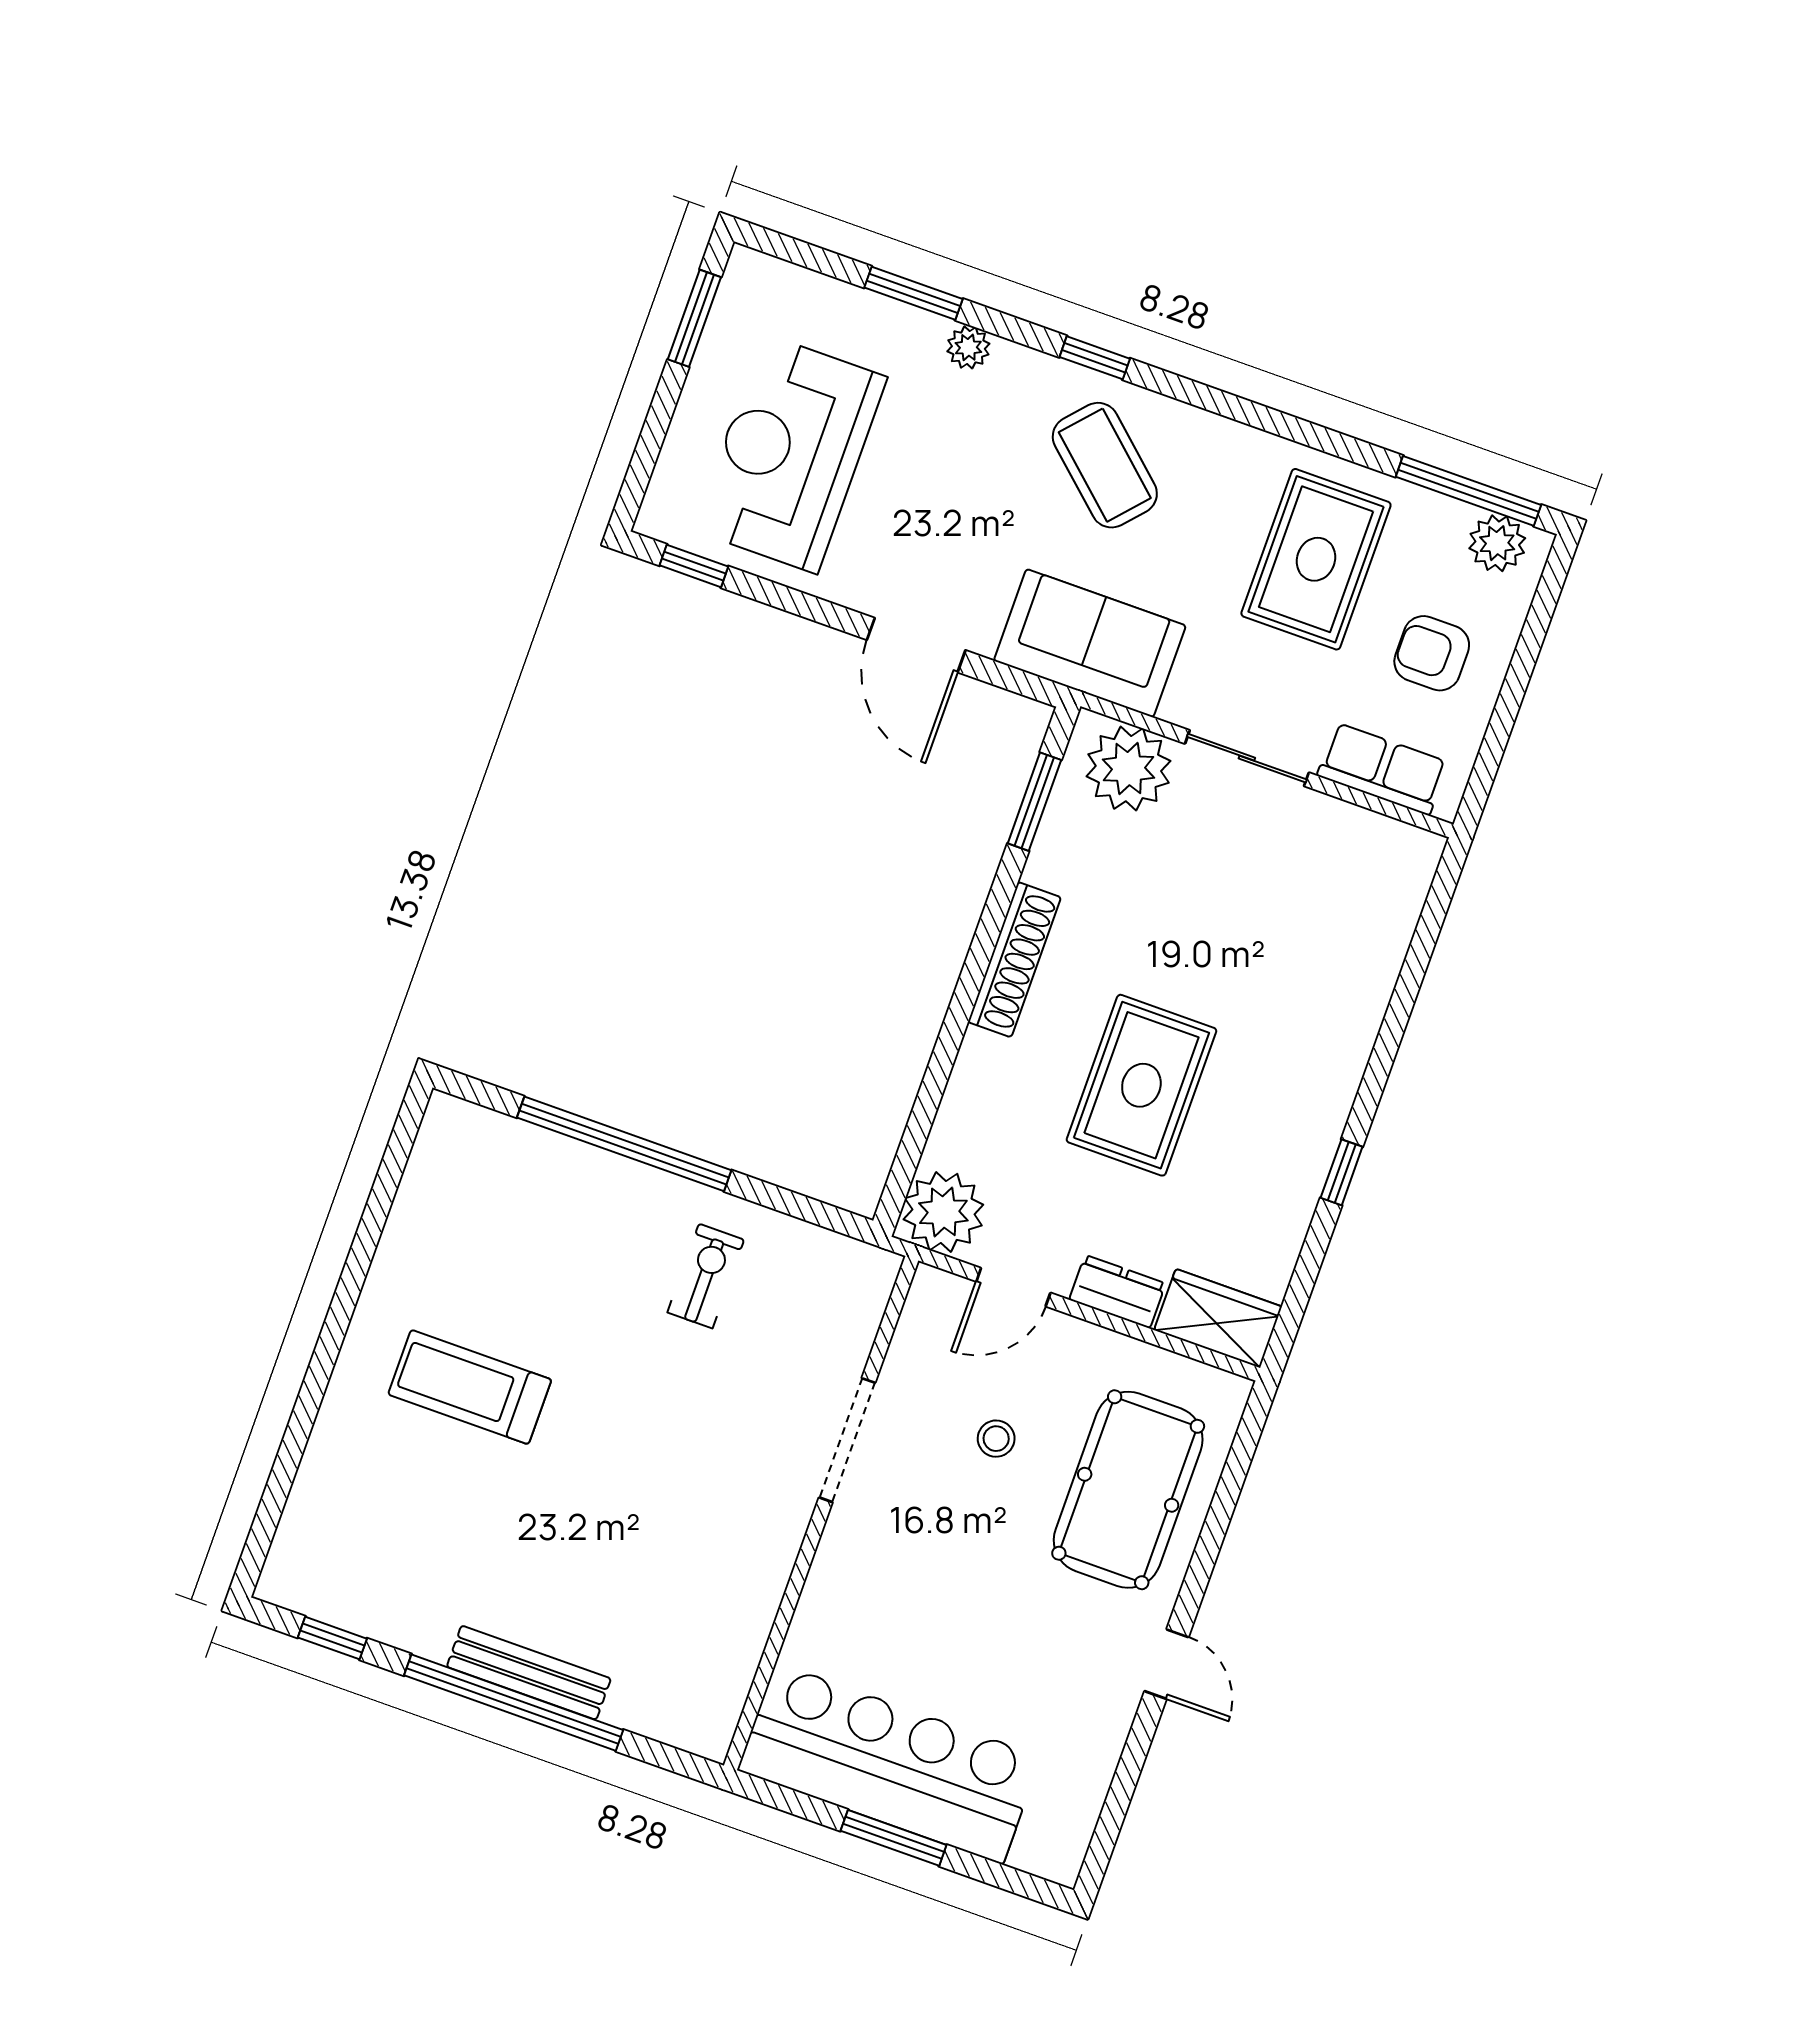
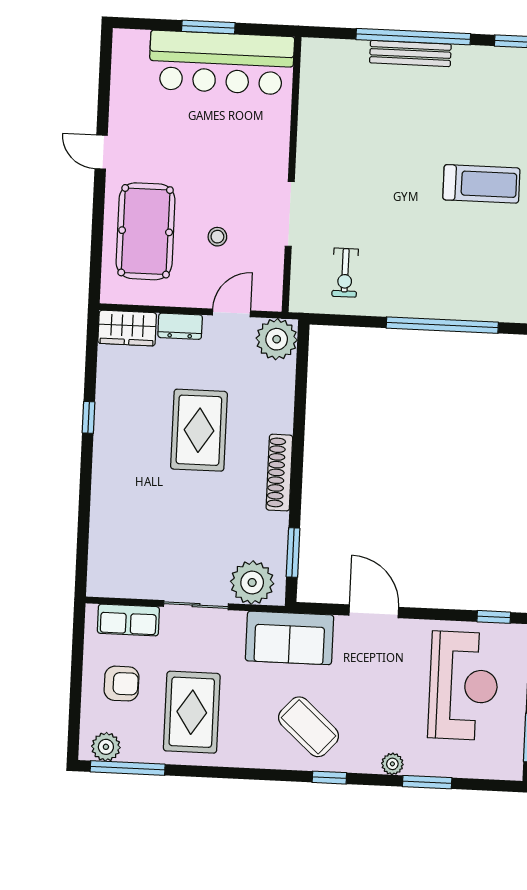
exercise bike: (706, 1276) -> (345, 273), moved

